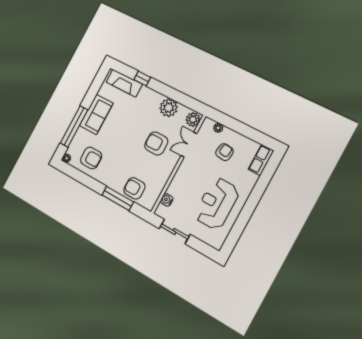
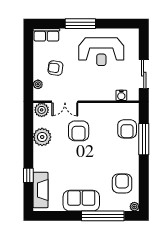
window: (254, 198) -> (80, 24), added

